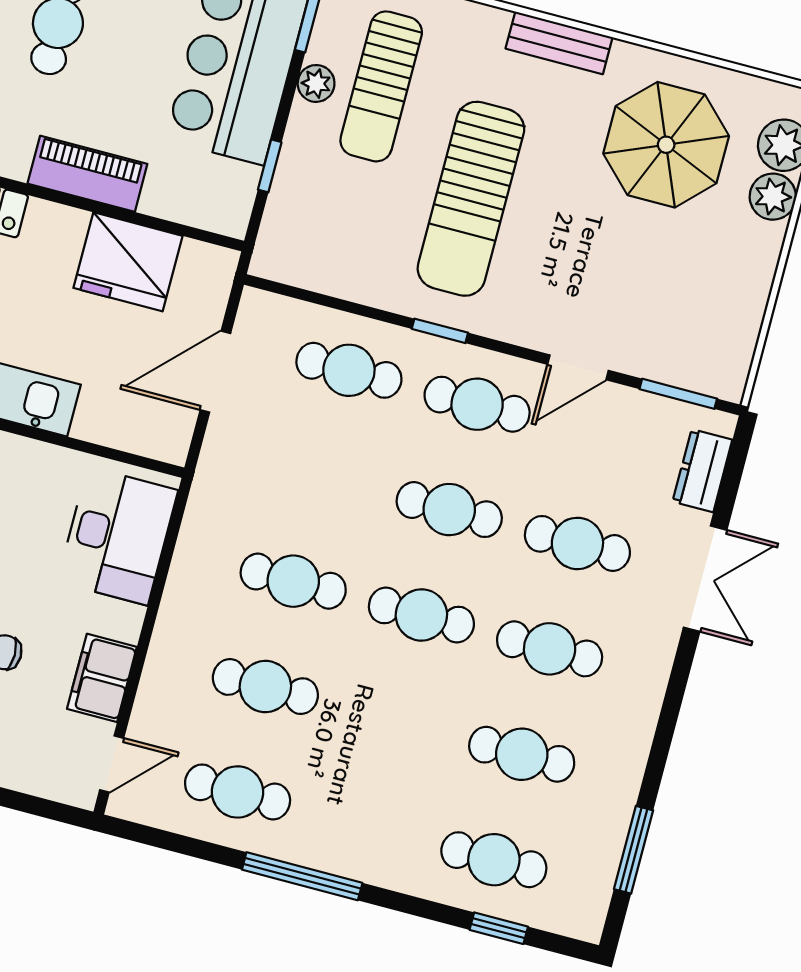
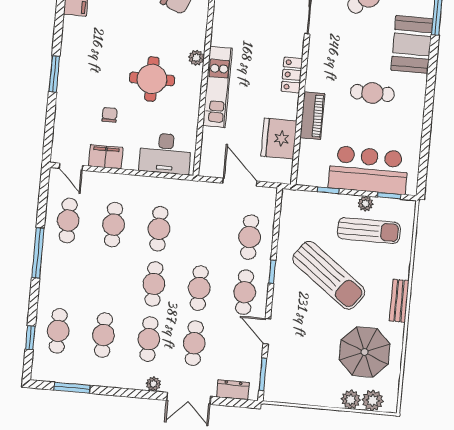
sun lounger: (381, 86) -> (369, 231), turned 180
sun lounger: (471, 199) -> (329, 275), turned -143
plant: (657, 656) -> (153, 384), added

